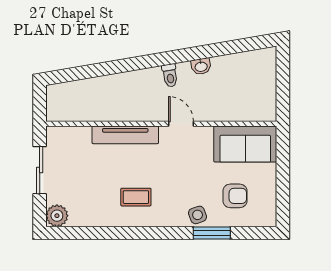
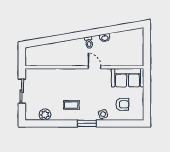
tv unit: (125, 135) -> (66, 73), removed
plant: (57, 216) -> (45, 115), moved
window: (212, 233) -> (87, 123), moved

